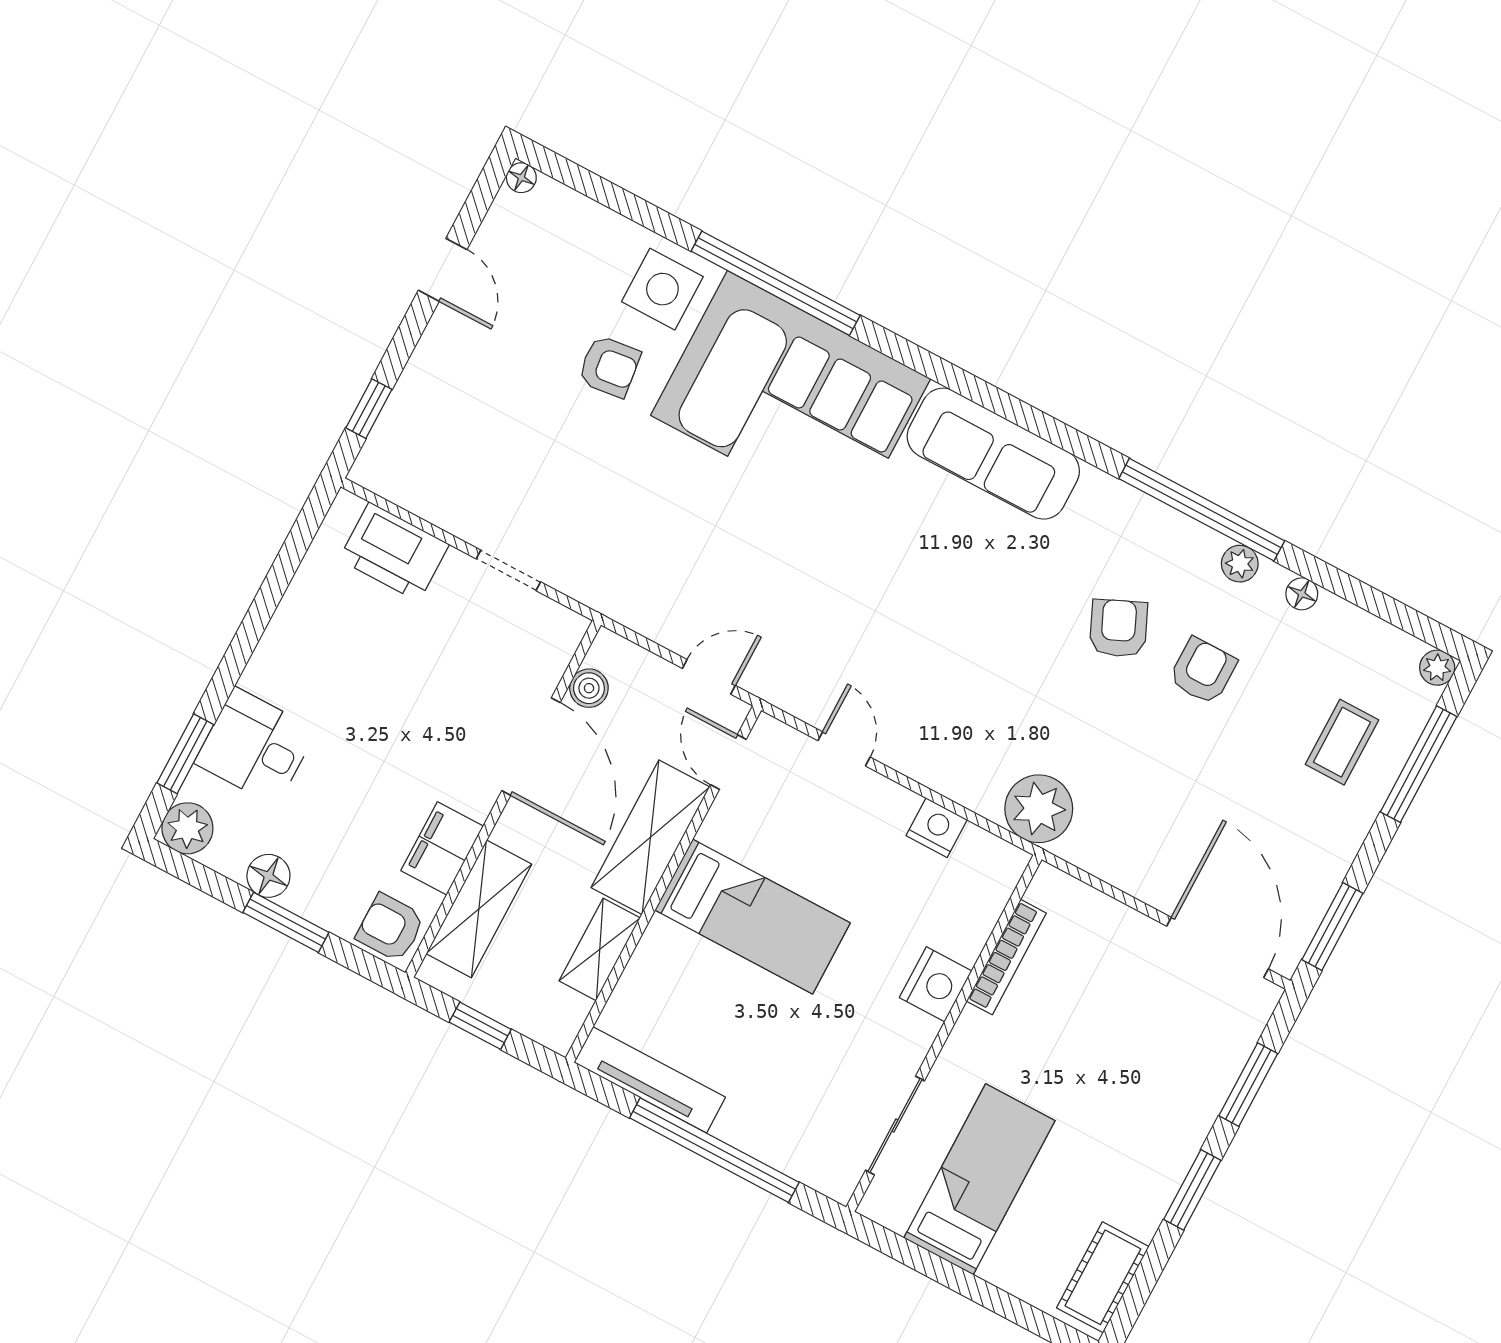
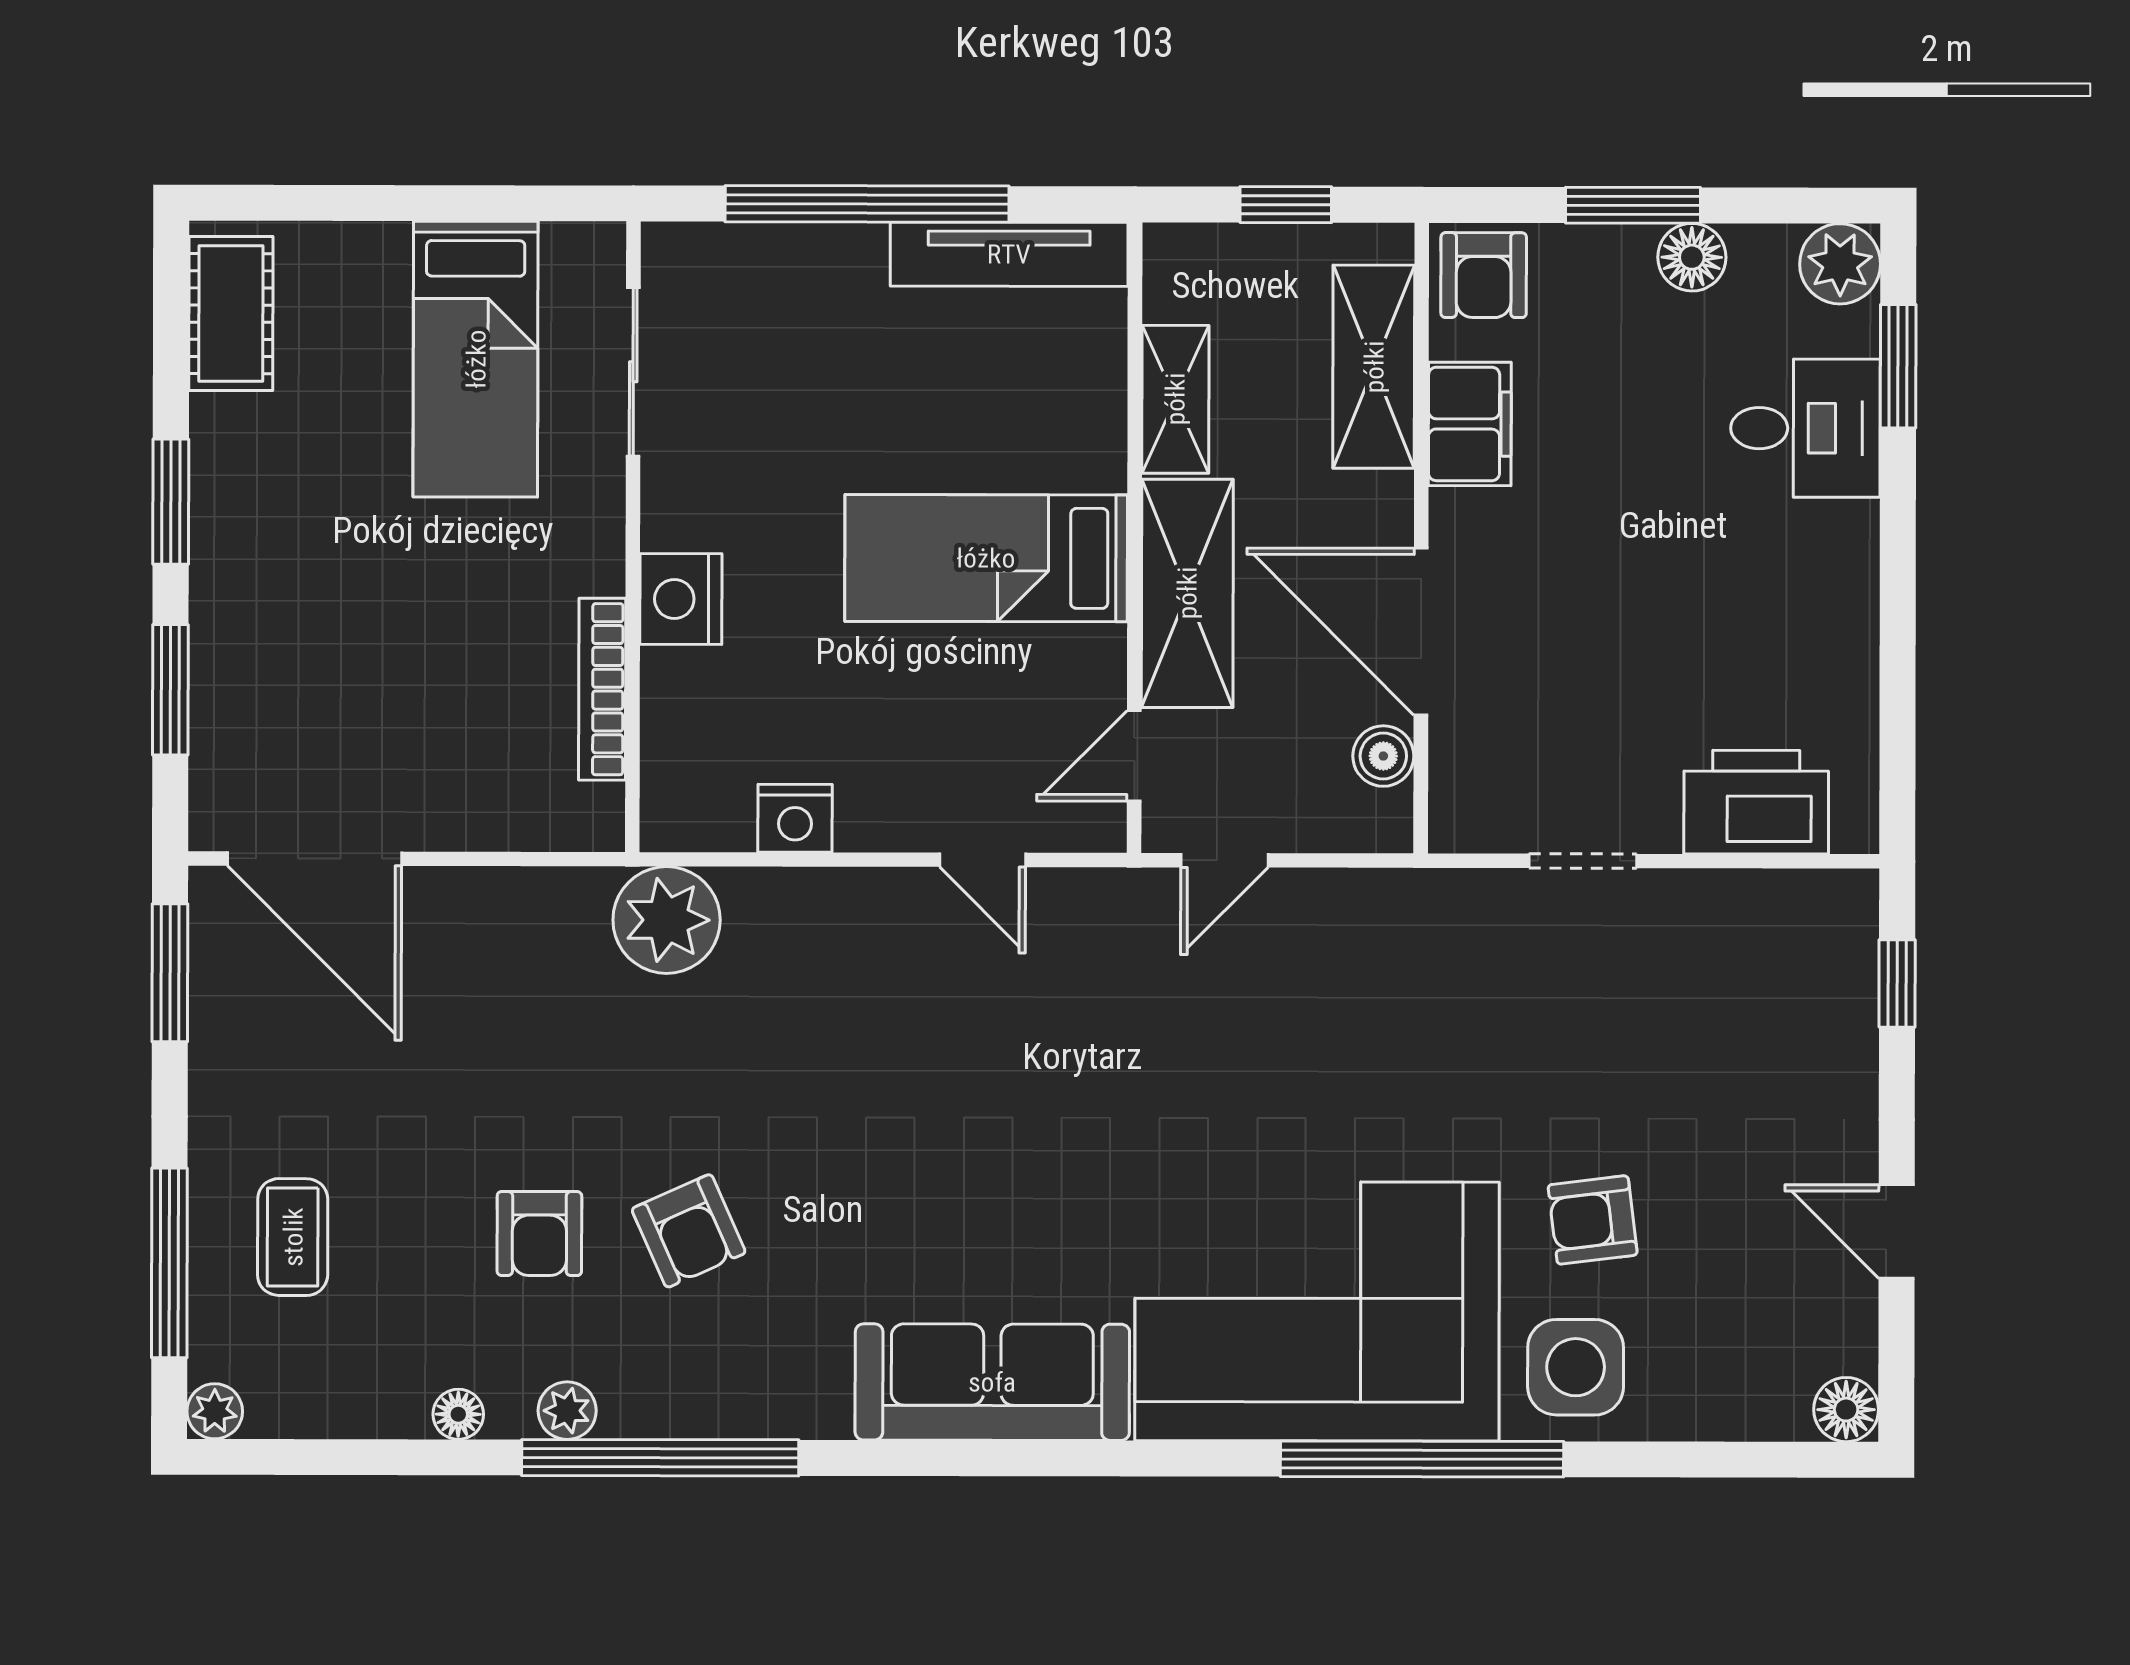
floor lamp: (521, 178) -> (1846, 1410), width x1.37, depth x1.37
door: (728, 762) -> (1134, 756), swing flipped
armchair: (390, 928) -> (1484, 275), turned 90

